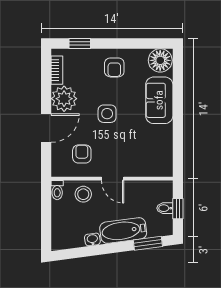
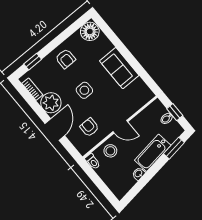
sofa: (159, 100) -> (119, 68), moved

